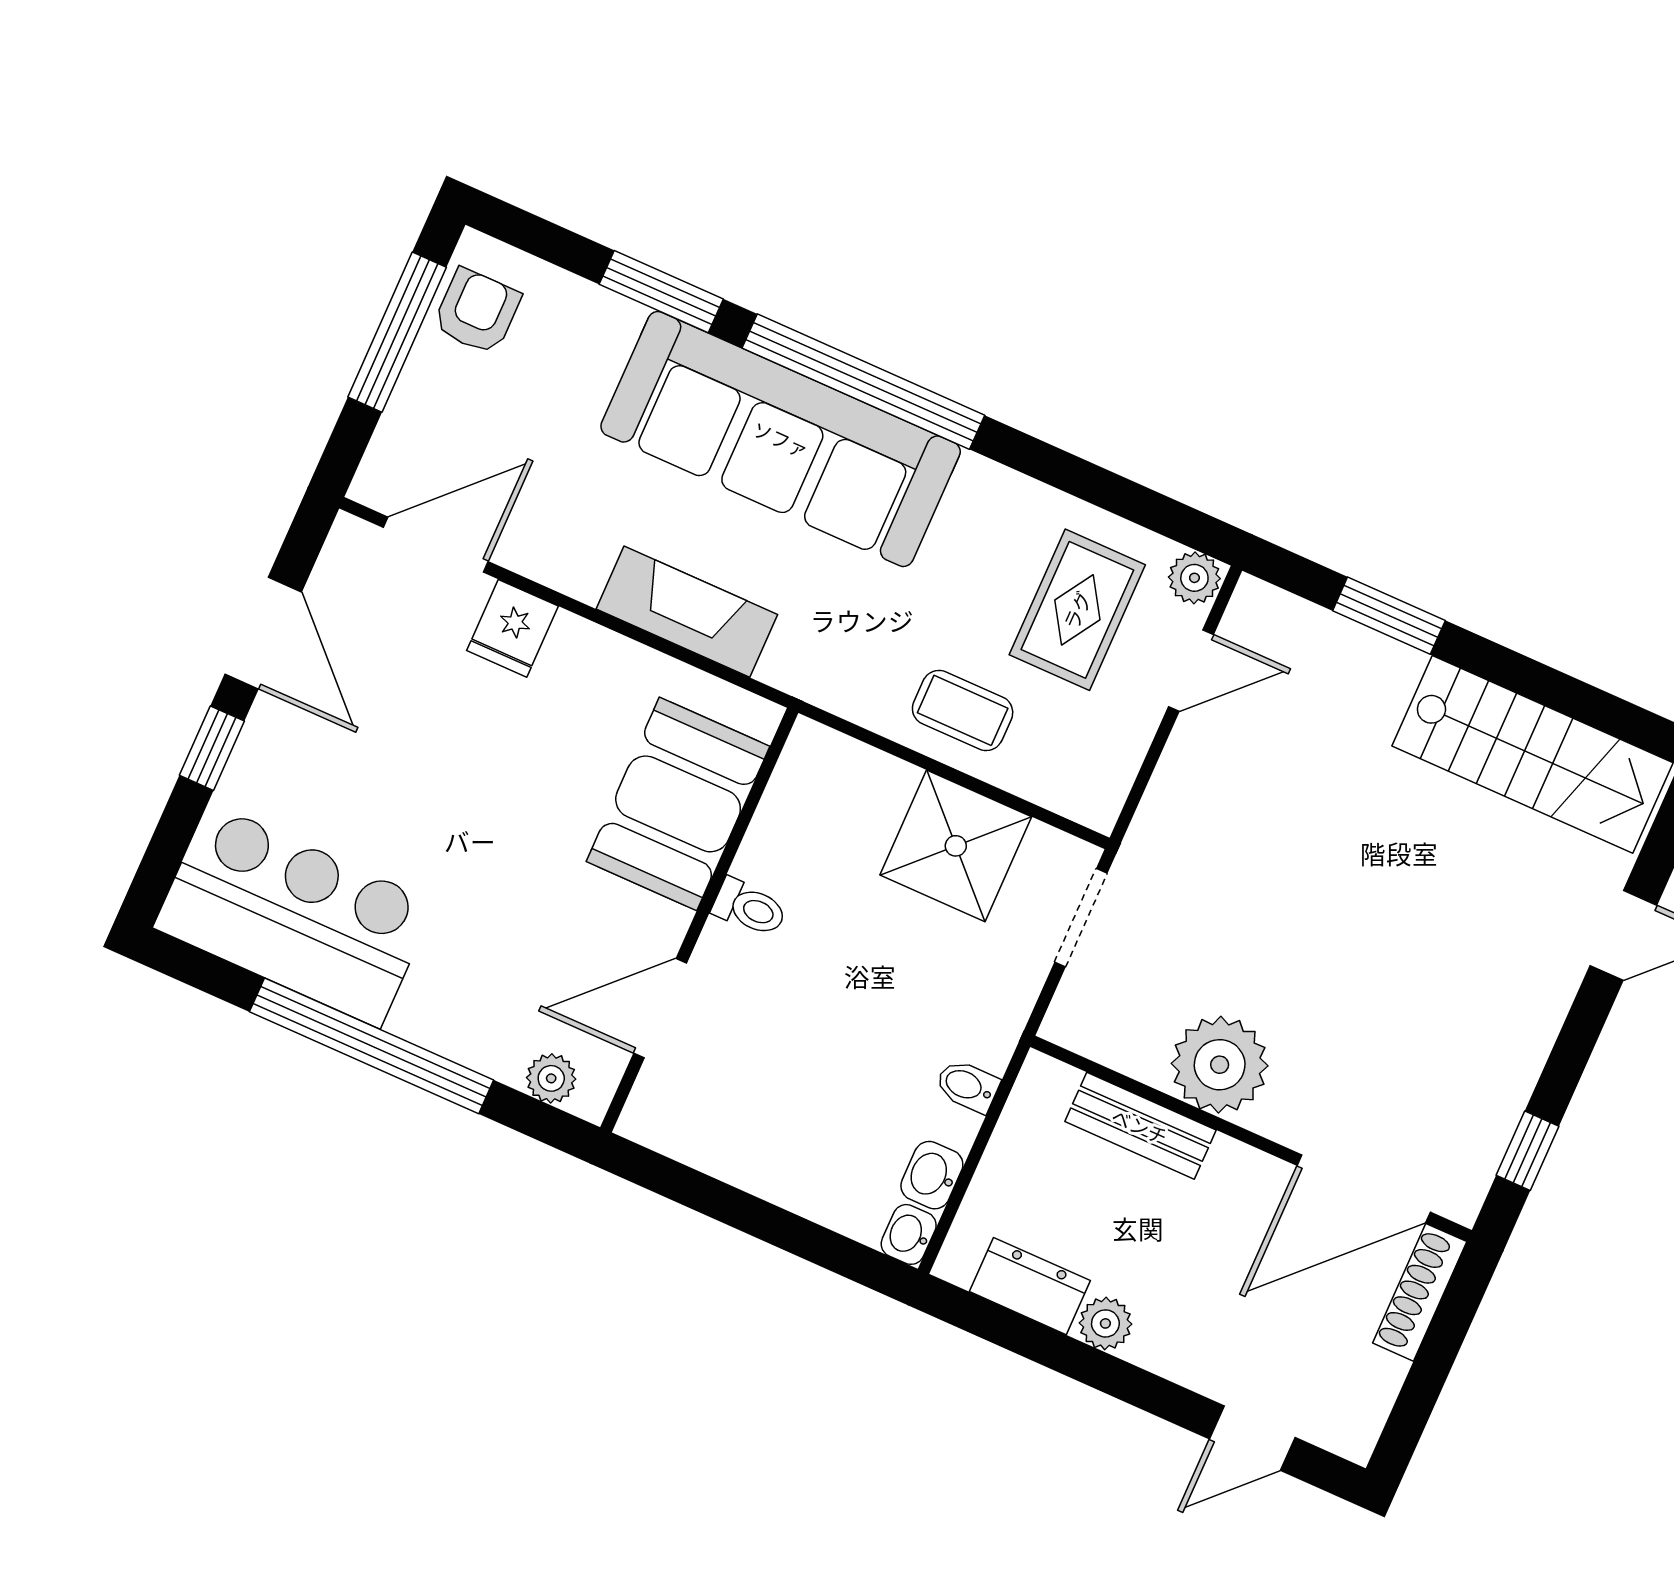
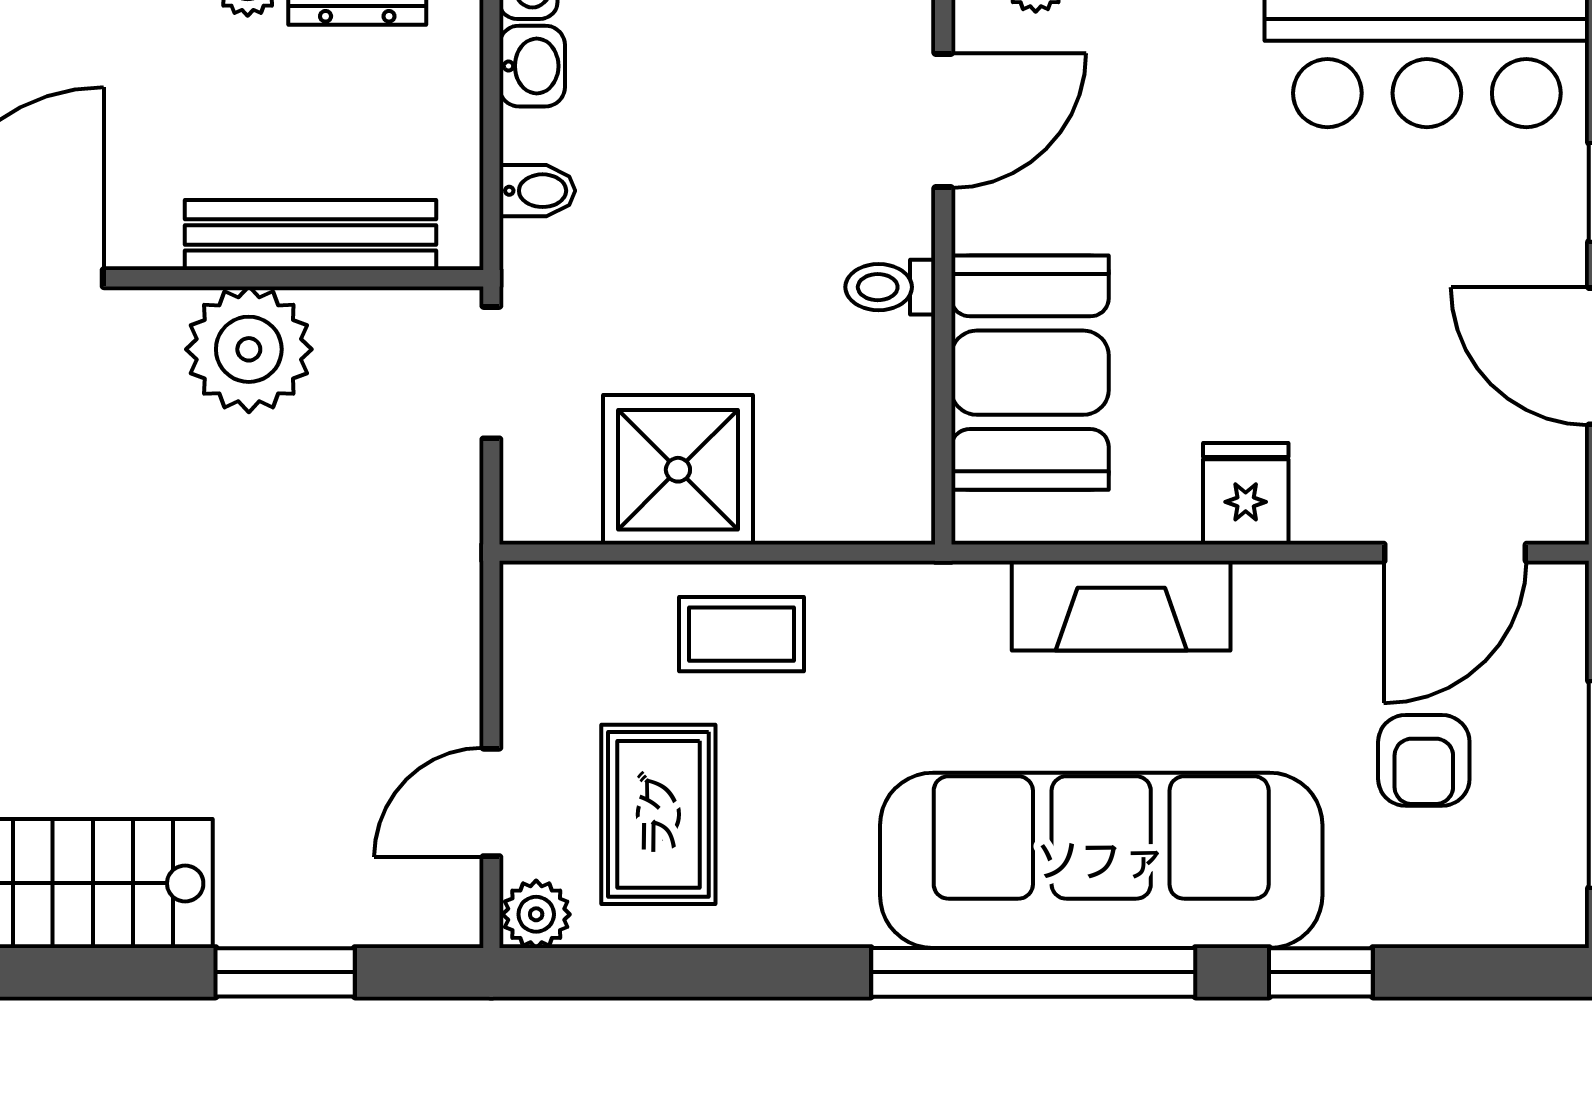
window: (661, 292) -> (1321, 972), width x0.67
armchair: (477, 311) -> (1424, 760), moved
fridge: (513, 628) -> (1246, 494), moved
doorway: (1081, 918) -> (491, 373), moved
bench: (1140, 1126) -> (311, 235), width x1.36

